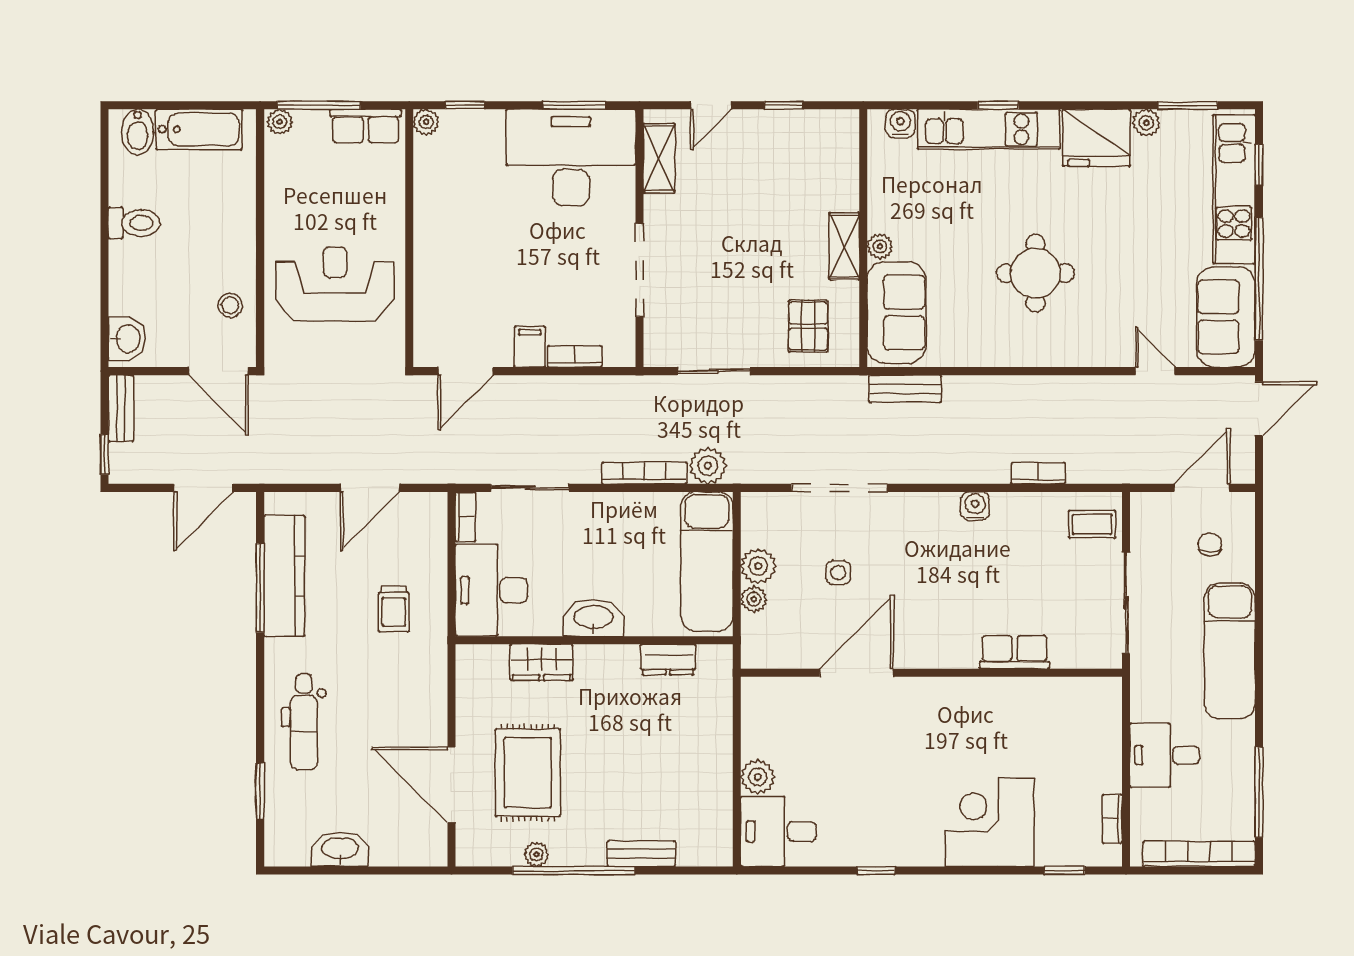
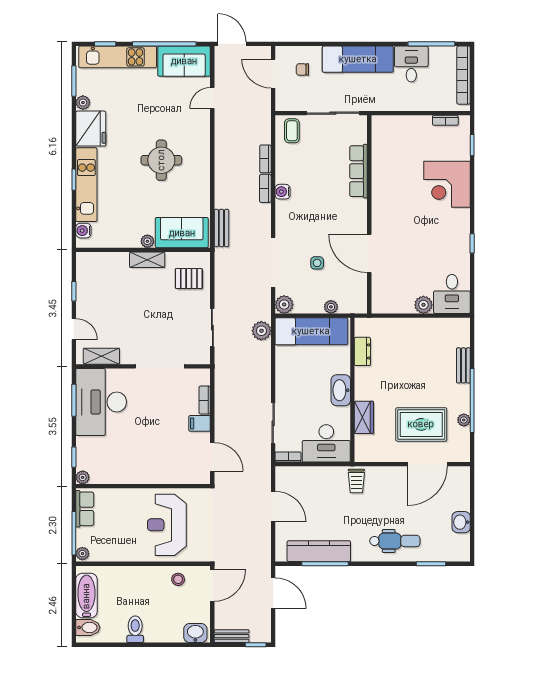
bookcase: (644, 473) -> (265, 188), moved, width x0.64
plant: (758, 566) -> (284, 305), moved
trolley: (394, 609) -> (356, 481), moved, turned 90
row of seats: (1014, 652) -> (358, 171), width x1.48
desk: (1165, 755) -> (411, 64), moved, turned 180
washbasin: (340, 849) -> (461, 522), width x0.72

